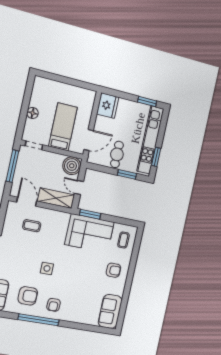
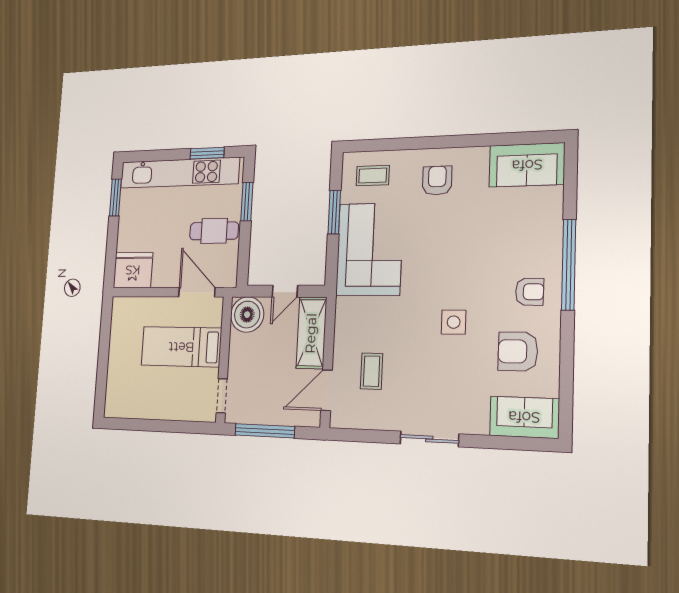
floor lamp: (33, 113) -> (166, 410), removed
window: (90, 214) -> (334, 212), moved
armchair: (28, 296) -> (518, 351), turned -90
window: (39, 320) -> (569, 265), moved

